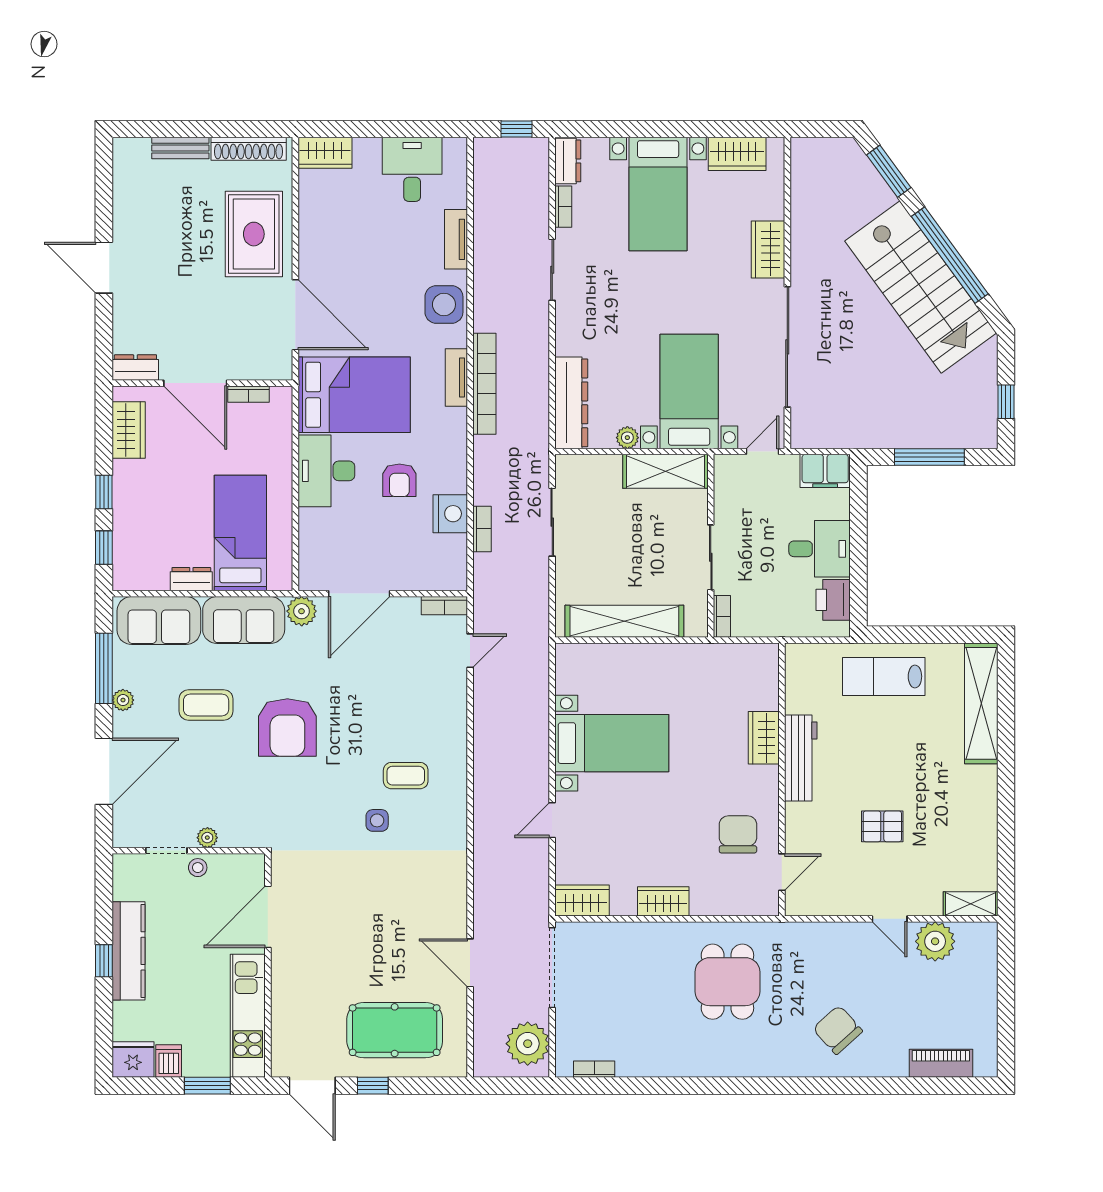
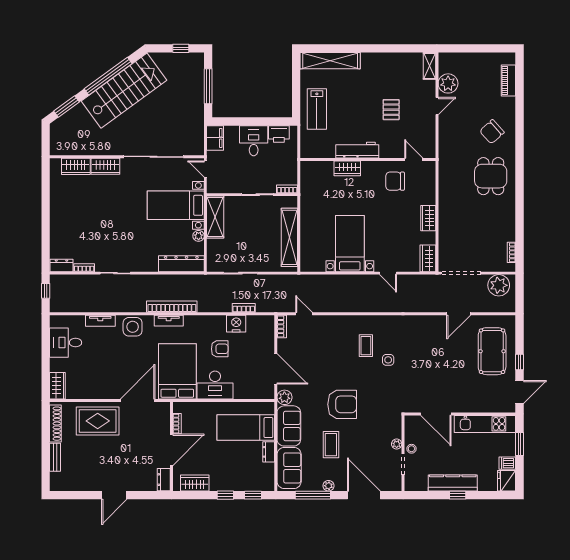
wardrobe: (737, 154) -> (76, 166), moved, turned 90
bed with nightstands: (658, 194) -> (78, 221), removed
dining table: (727, 982) -> (491, 176), moved, turned 90

